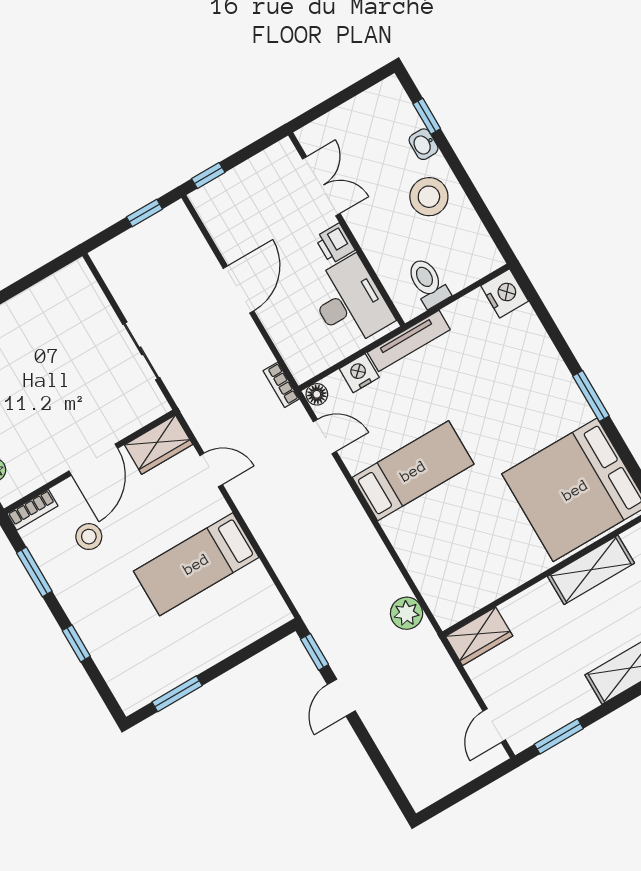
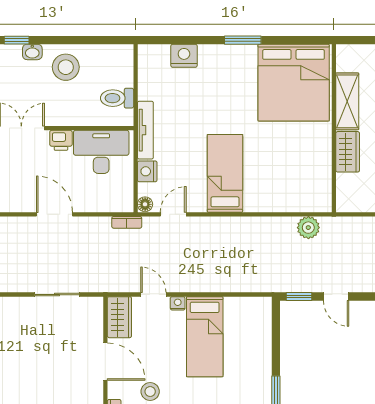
nightstand: (505, 293) -> (184, 56), moved
door: (211, 470) -> (153, 295), hinge flipped
nightstand: (218, 507) -> (178, 303), added
wardrobe: (479, 636) -> (348, 152), moved

